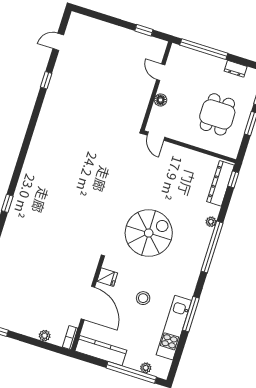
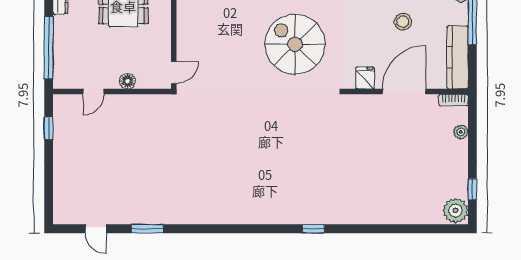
window: (46, 80) -> (148, 229), width x1.50
stool: (143, 298) -> (403, 22), moved

